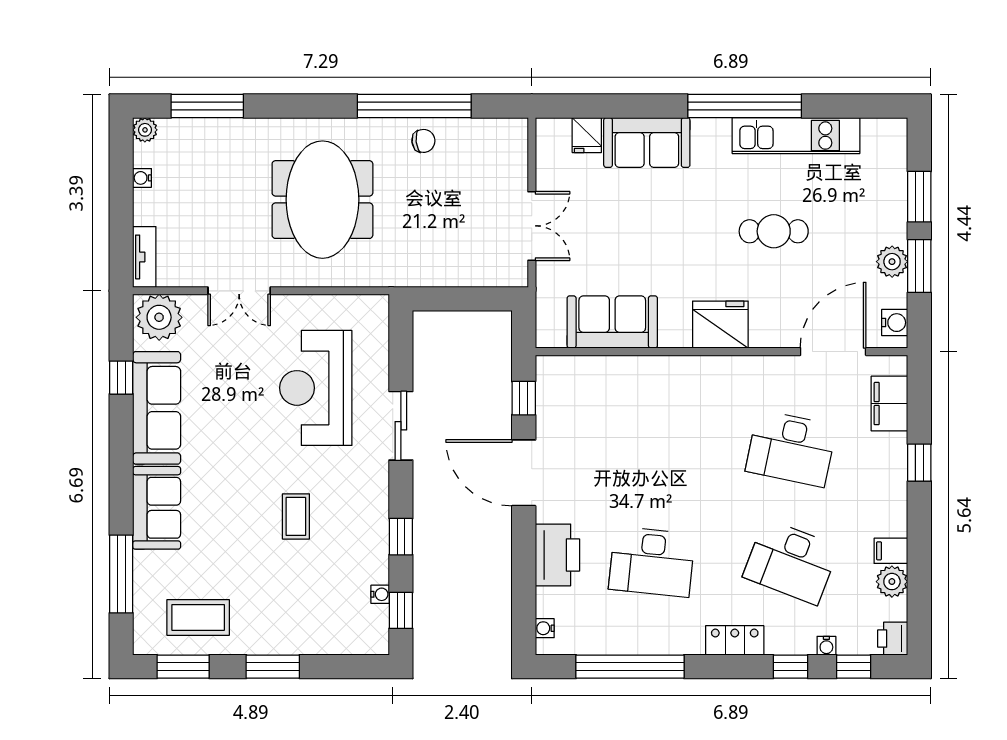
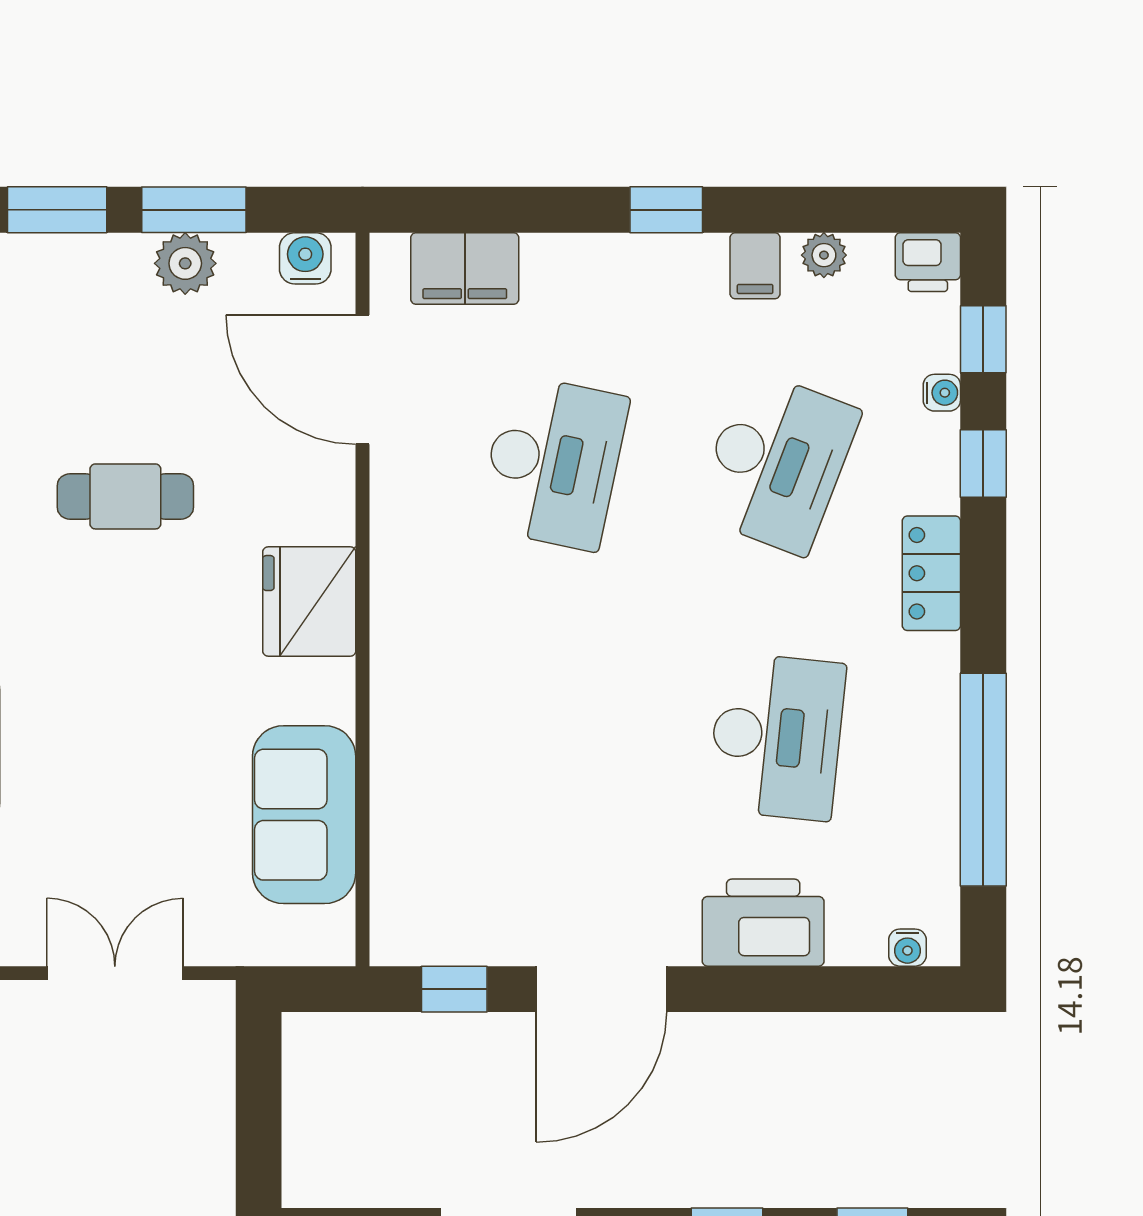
cafe table: (774, 231) -> (125, 496), turned 90
window: (919, 463) -> (666, 210), moved
plant: (892, 582) -> (824, 255), width x0.73, depth x0.73

